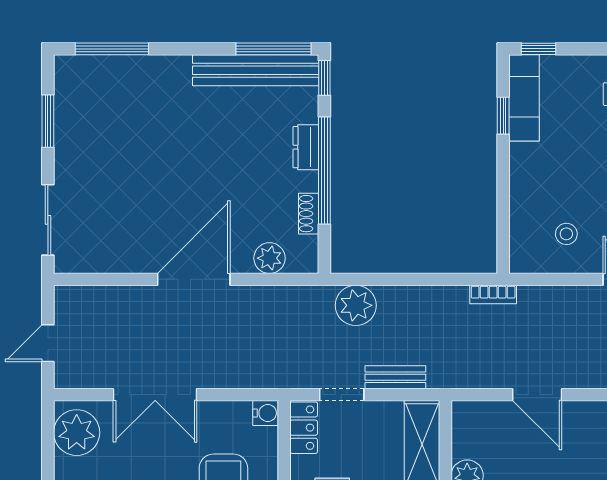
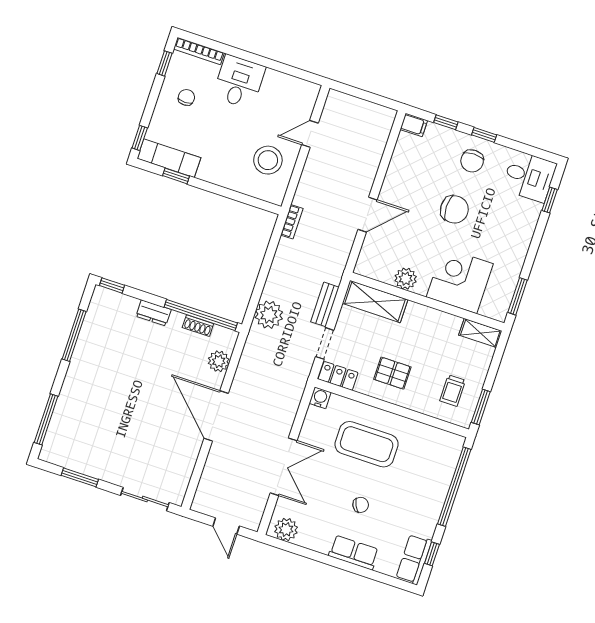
window: (274, 49) -> (74, 335), moved
bench: (256, 70) -> (92, 329), removed
window: (324, 170) -> (201, 315), moved
stool: (566, 234) -> (268, 160), width x1.89, depth x1.89
plant: (77, 433) -> (286, 529), width x0.73, depth x0.73

